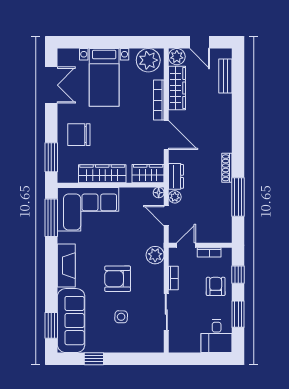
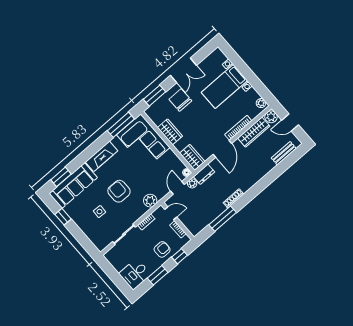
door: (200, 42) -> (290, 123), hinge flipped
plant: (148, 60) -> (261, 103), width x0.53, depth x0.53
double door: (51, 85) -> (183, 70), moved
wardrobe: (102, 174) -> (170, 132), width x0.67

